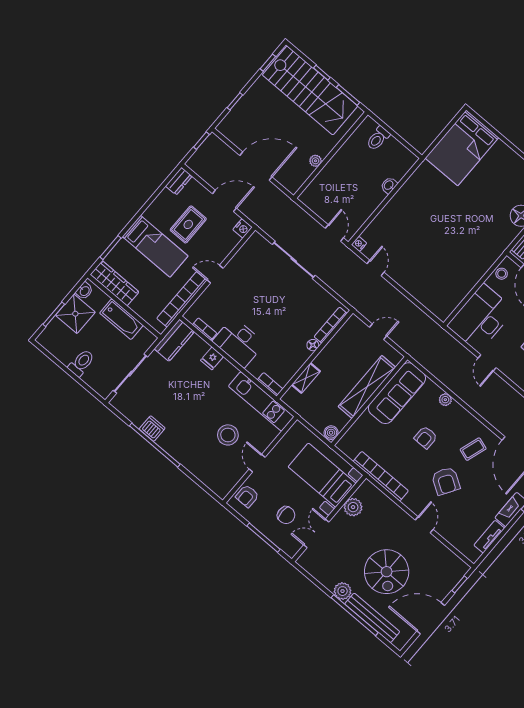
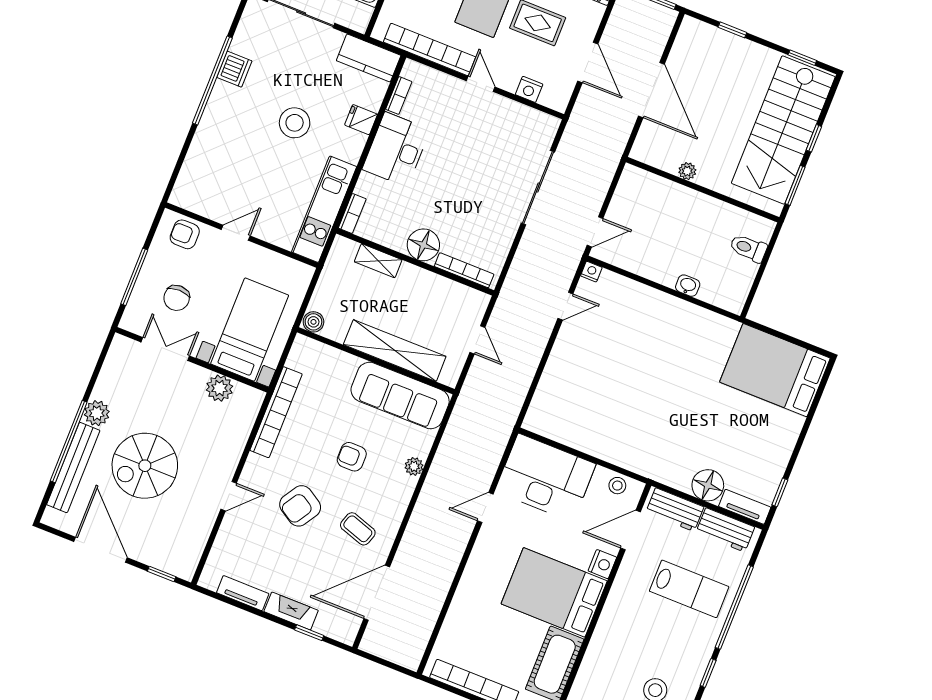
nightstand: (242, 228) -> (529, 89), moved
floor lamp: (313, 345) -> (423, 245), width x1.89, depth x1.89
stool: (228, 435) -> (295, 123), moved

